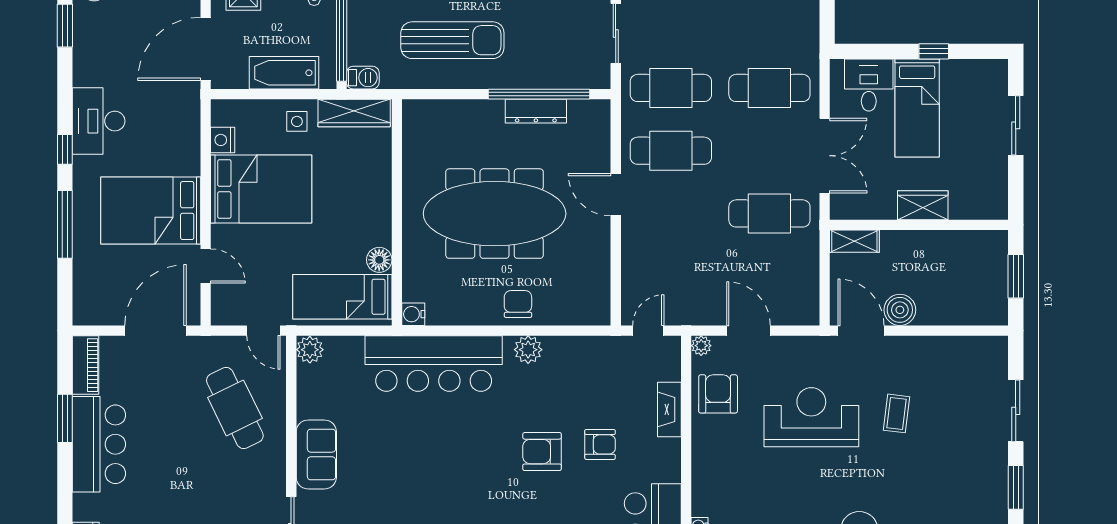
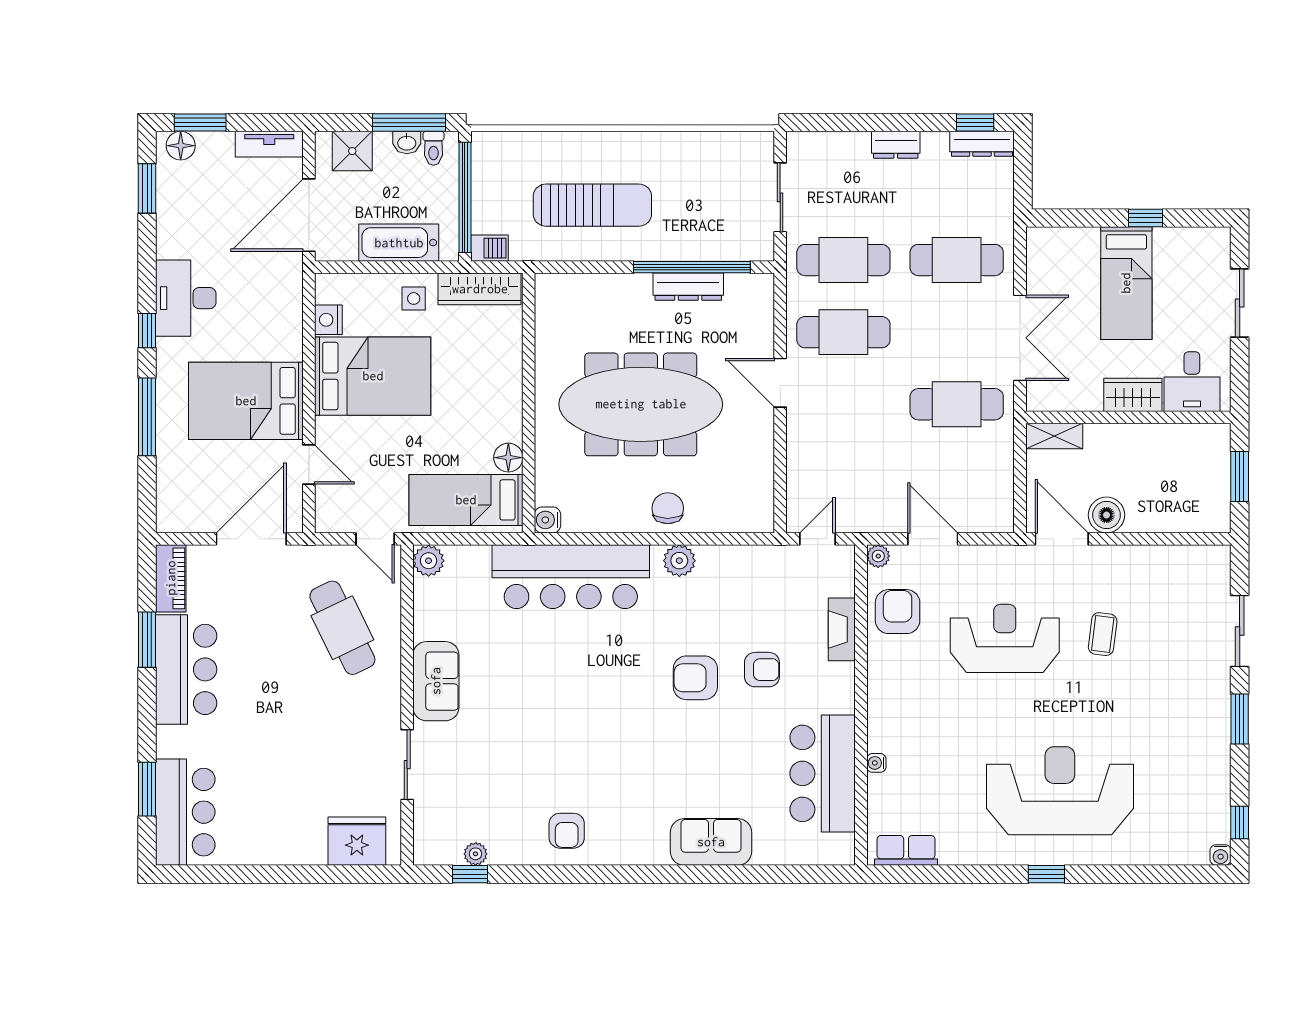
desk: (869, 85) -> (1192, 382), moved, turned 180

